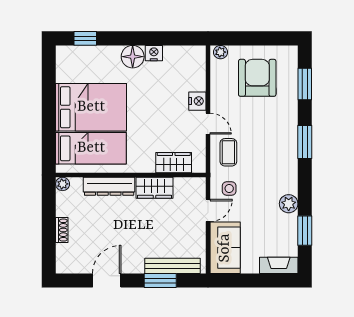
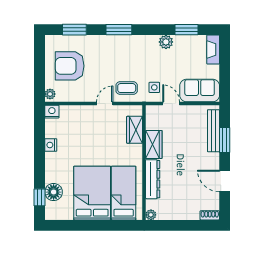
floor lamp: (133, 57) -> (54, 192), moved
nightstand: (197, 101) -> (52, 112), moved
shoe rack: (62, 230) -> (210, 215), moved

